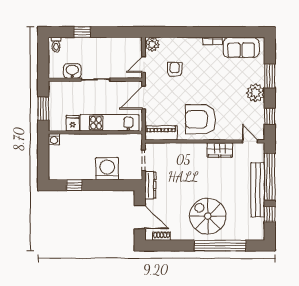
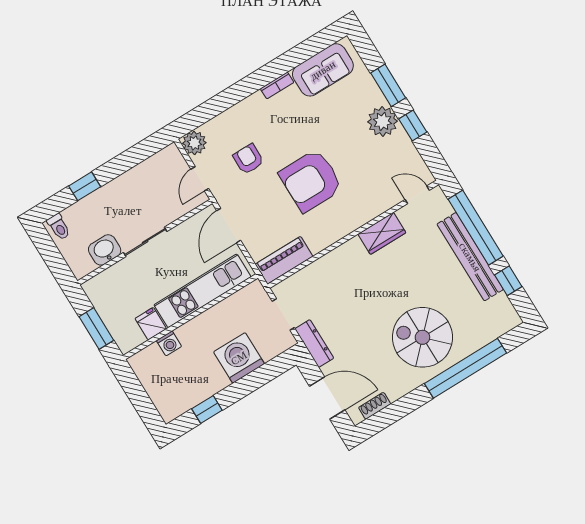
window: (270, 116) -> (413, 125), moved
armchair: (200, 119) -> (311, 181), moved
washing machine: (54, 139) -> (169, 343), moved

